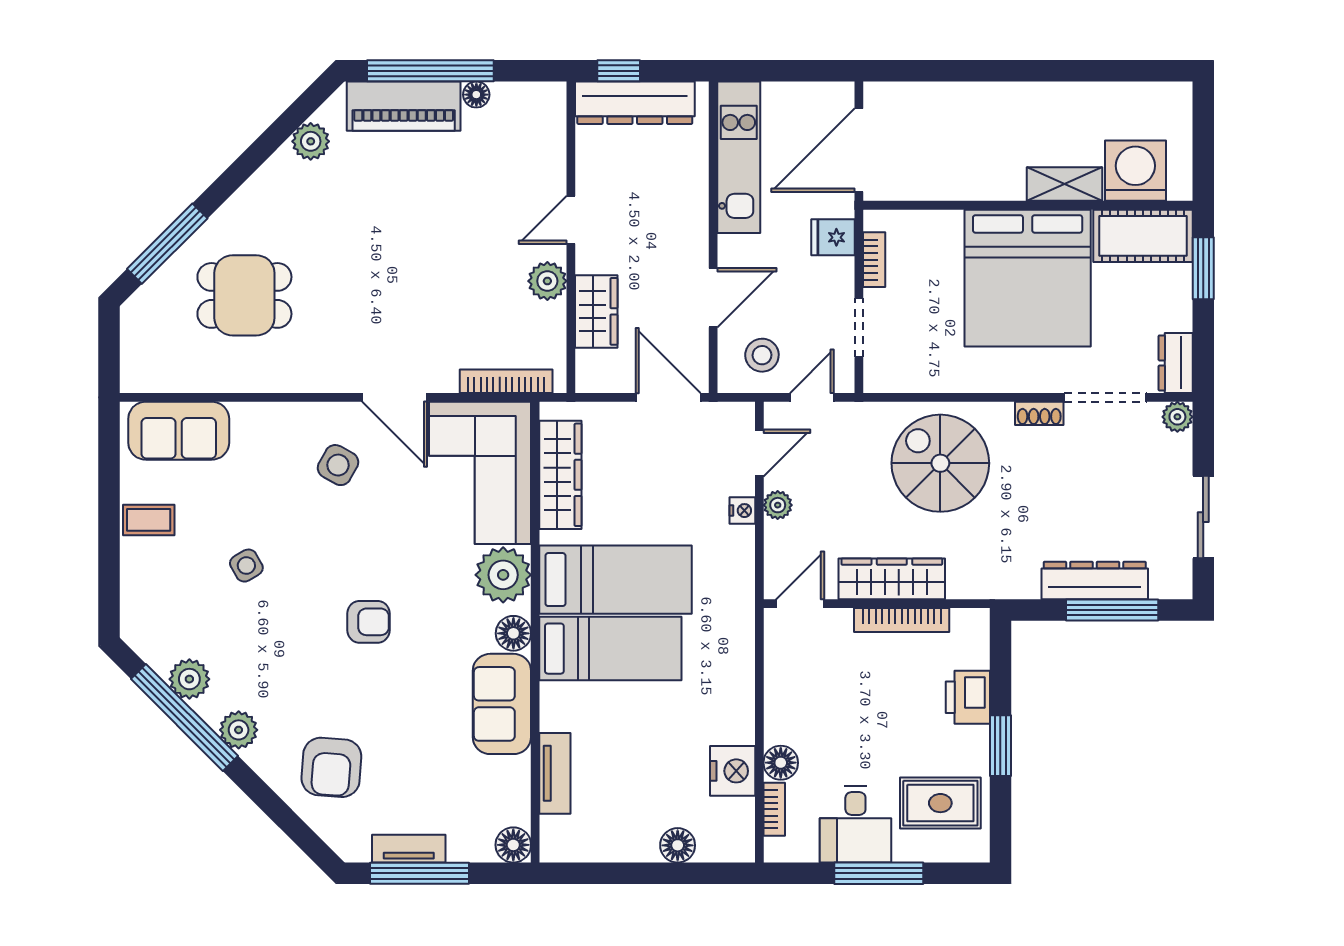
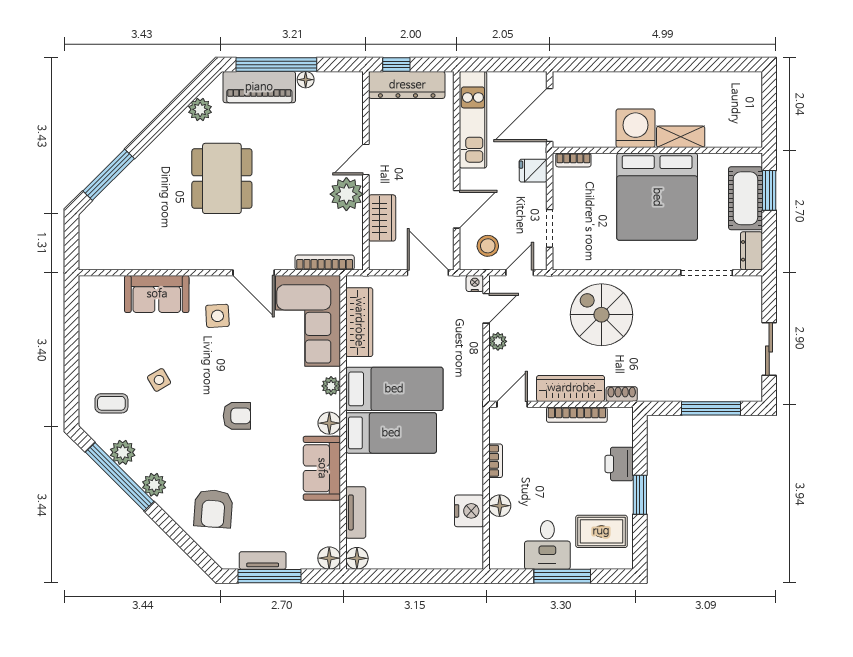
washing machine: (1135, 171) -> (636, 128), moved
cot: (1143, 236) -> (745, 198), moved, turned 90
bookcase: (874, 260) -> (573, 160), moved, turned 90
plant: (547, 281) -> (346, 194), width x1.36, depth x1.36
dining table: (244, 295) -> (222, 178), moved, width x1.38
shoe rack: (1039, 413) -> (622, 394), moved, turned 180
plant: (1177, 417) -> (753, 285), removed
sofa: (179, 431) -> (157, 294), moved
side table: (338, 465) -> (217, 316), turned -32
nightstand: (742, 511) -> (475, 284), moved, turned -90
coffee table: (149, 520) -> (111, 403), moved
plant: (503, 575) -> (331, 386), width x0.53, depth x0.53
dresser: (1095, 580) -> (700, 389), removed
bookcase: (774, 809) -> (496, 461), moved
floor lamp: (678, 845) -> (357, 558), moved

